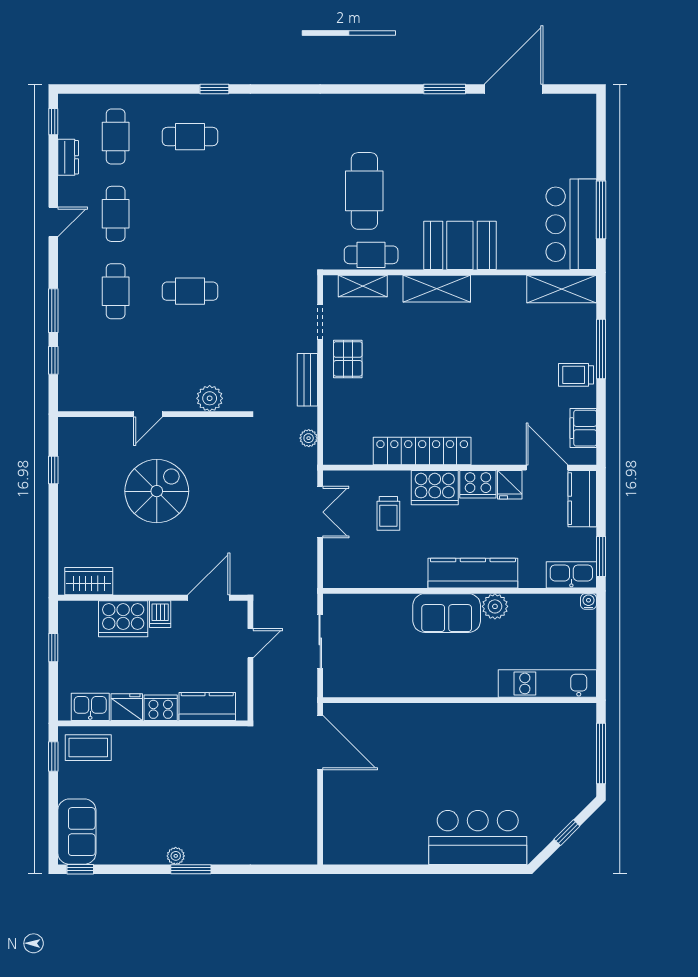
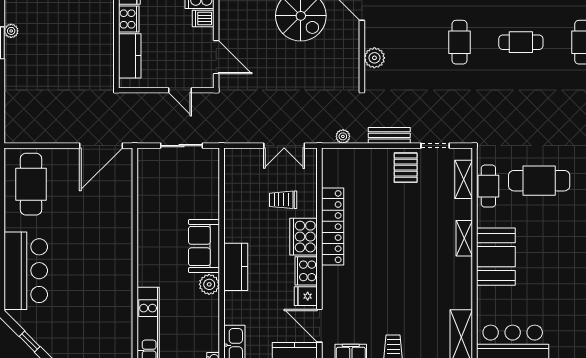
cafe table: (190, 214) -> (521, 42), added
shelving: (437, 289) -> (464, 238), width x0.67, depth x0.75
pallet: (348, 359) -> (406, 168), turned 90
door: (547, 468) -> (319, 326), swing flipped
kitchen counter: (473, 573) -> (236, 267), width x0.67
cafe table: (369, 831) -> (31, 184), added

